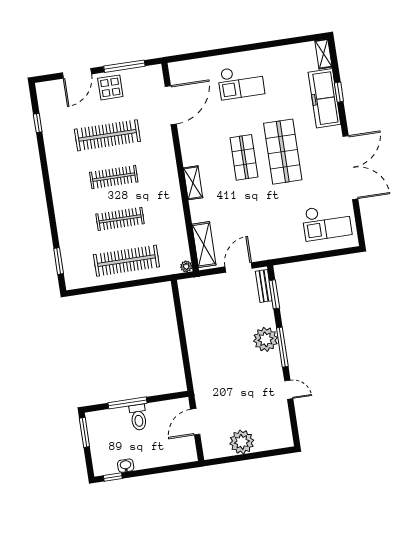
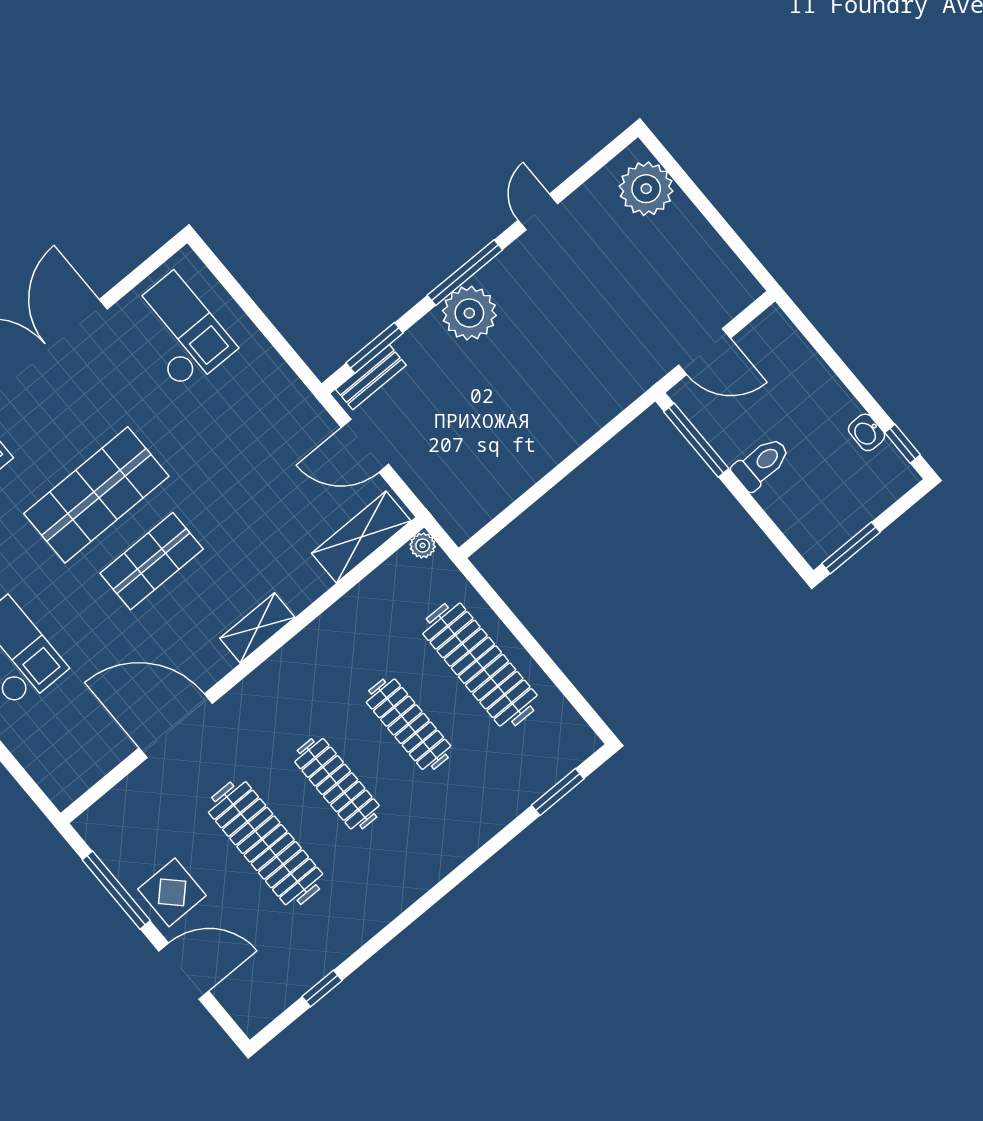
door: (171, 105) -> (176, 726), moved
window: (128, 403) -> (696, 440), moved
plant: (242, 442) -> (646, 189), moved

